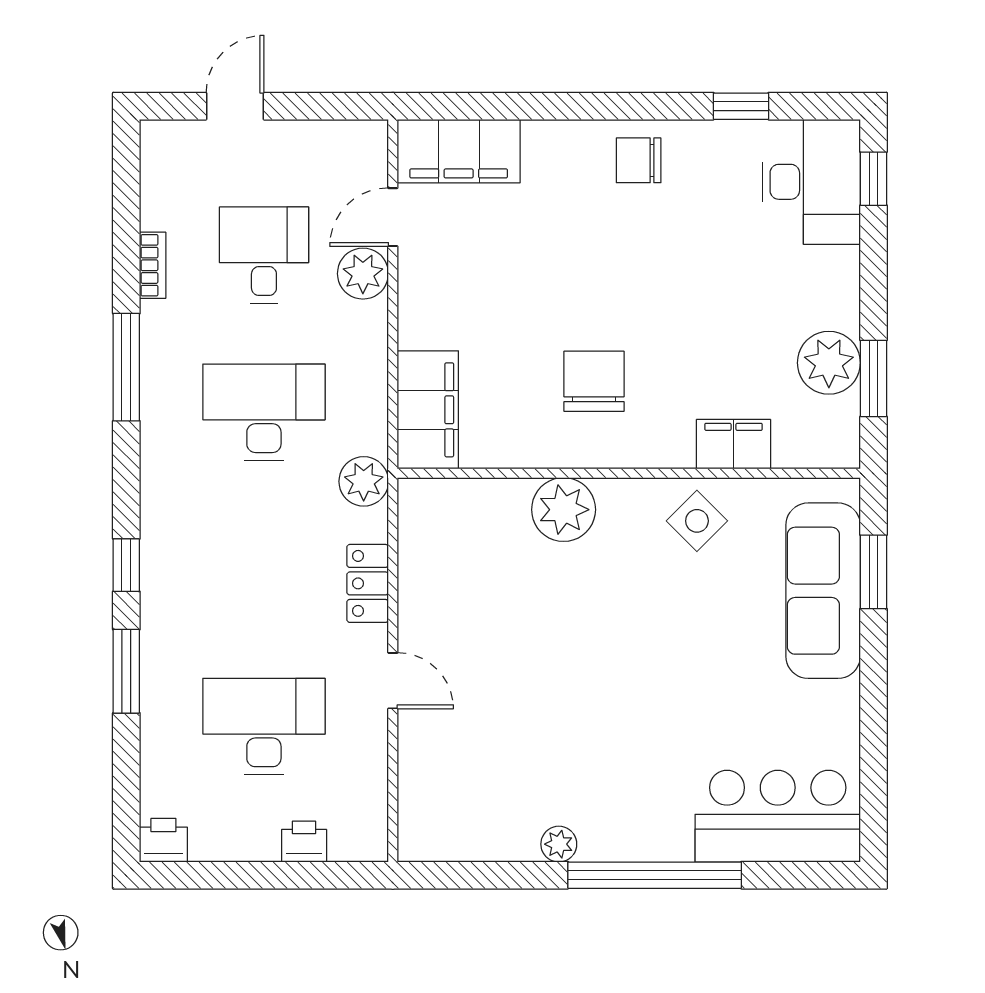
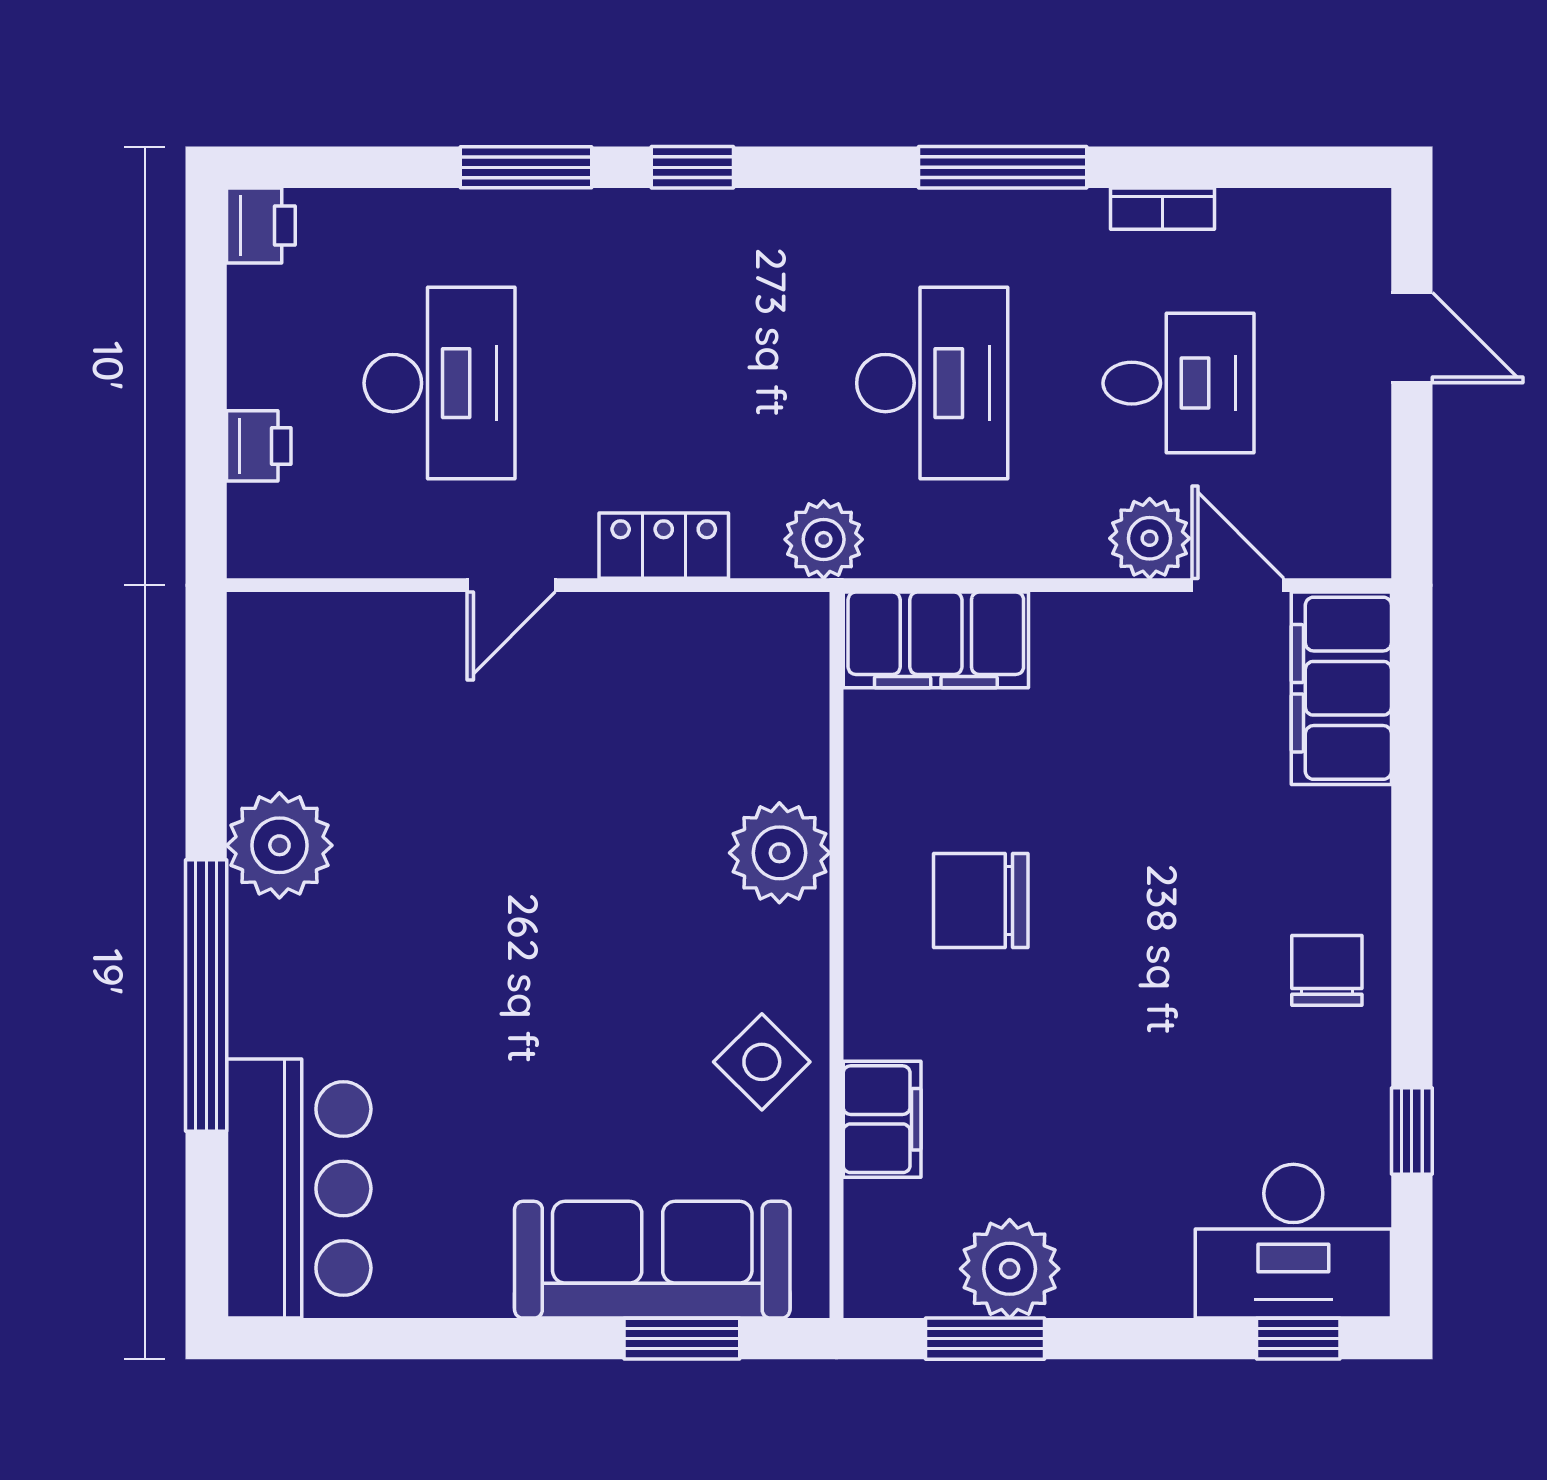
chair: (594, 381) -> (981, 901), turned 180
plant: (559, 844) -> (279, 845), width x1.87, depth x1.87

